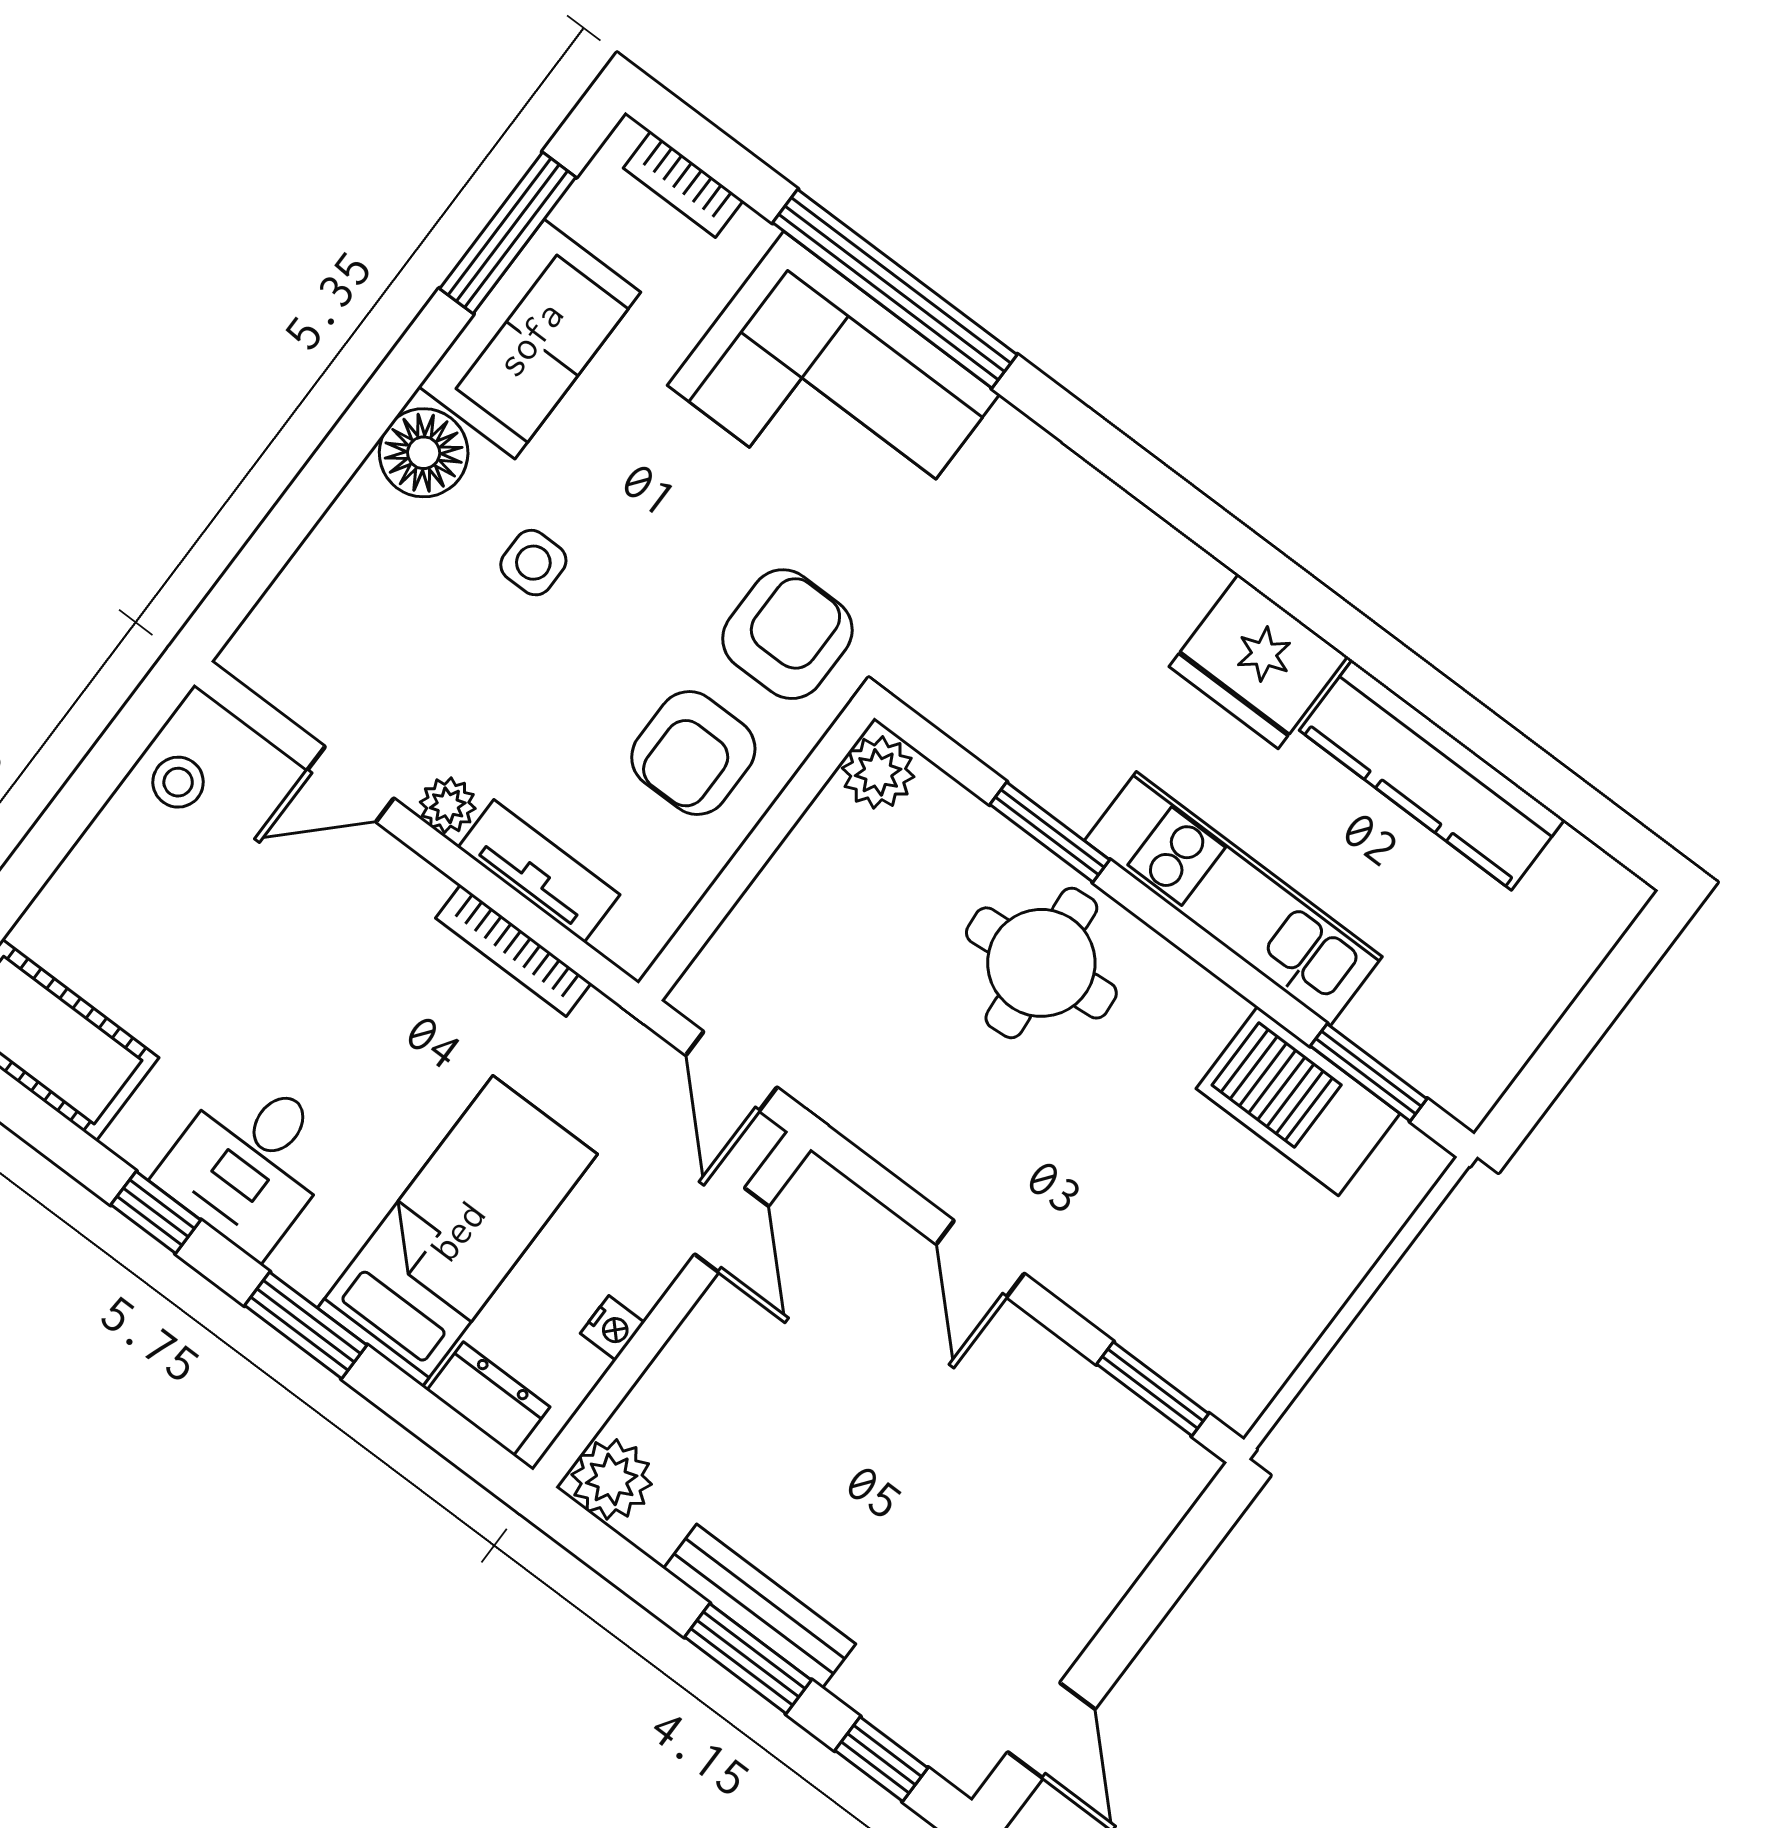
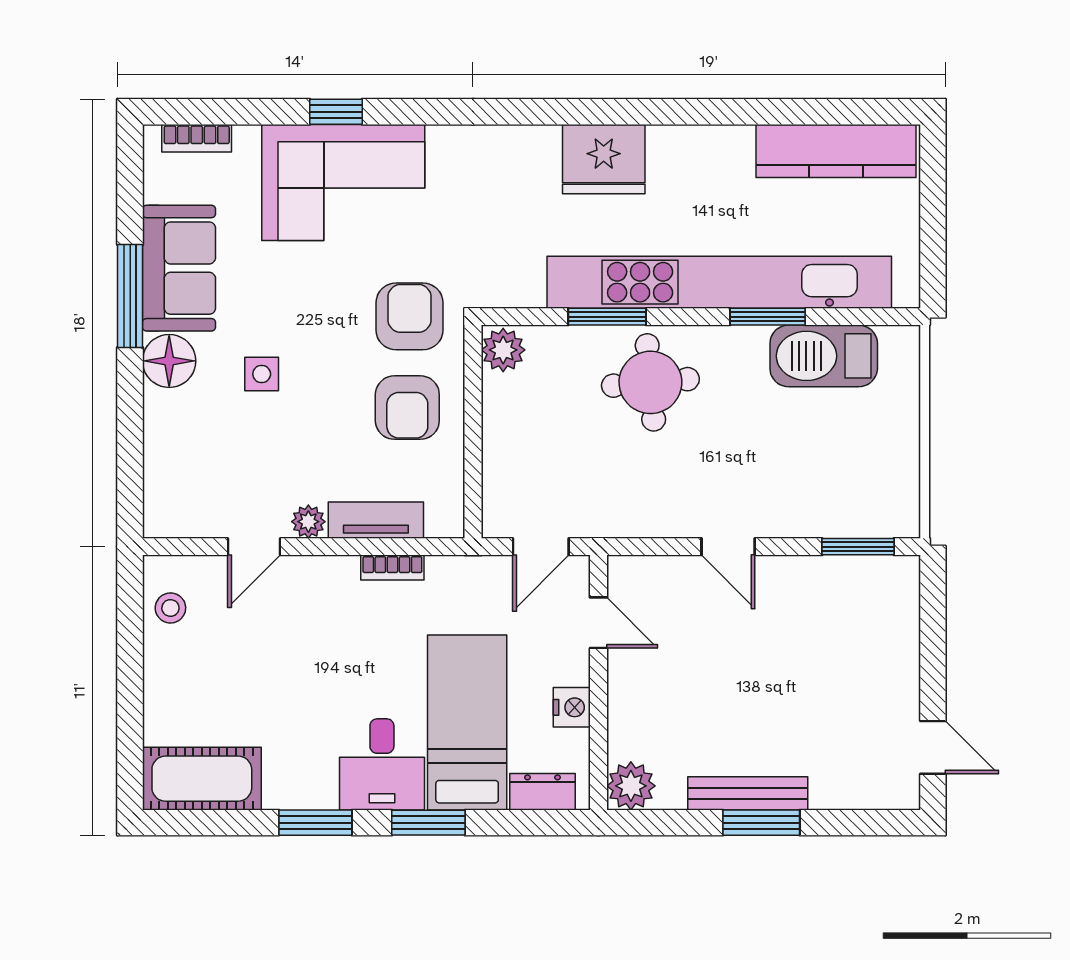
window: (508, 233) -> (130, 296), moved
window: (895, 289) -> (336, 112), width x0.32
fridge: (1258, 661) -> (604, 159), moved
kitchen counter: (1432, 775) -> (836, 151), moved
kitchen unit: (1233, 899) -> (719, 282), width x1.86
bookcase: (513, 951) -> (392, 568), width x0.64
door: (731, 1071) -> (541, 547), hinge flipped
window: (1369, 1072) -> (768, 317), moved
desk: (250, 1162) -> (382, 764), moved
window: (156, 1212) -> (315, 823), width x1.50
nightstand: (612, 1328) -> (572, 707), width x1.39, depth x1.35
window: (881, 1759) -> (862, 823), removed

